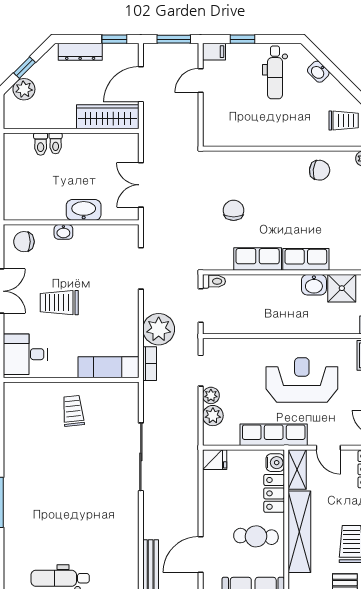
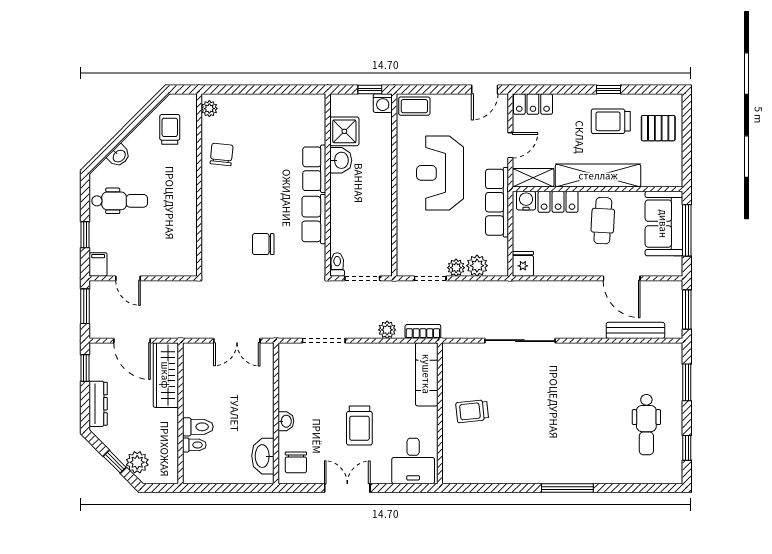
toilet: (56, 143) -> (198, 427), width x1.37, depth x1.39
washbasin: (84, 210) -> (263, 456), moved
plant: (159, 329) -> (387, 330), width x0.53, depth x0.53

